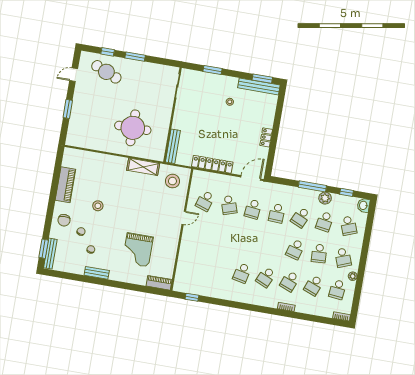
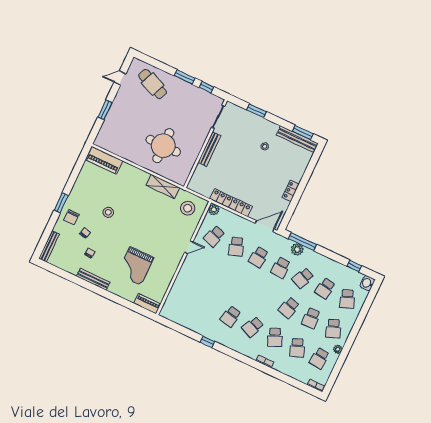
window: (108, 52) -> (206, 87), moved
bench: (173, 146) -> (209, 149), moved
plant: (198, 175) -> (214, 210), added
piano: (65, 185) -> (104, 160), moved, turned 90
window: (312, 186) -> (302, 242), moved
plant: (325, 198) -> (297, 249), moved
window: (44, 249) -> (61, 203), moved
bench: (97, 273) -> (93, 279), width x1.36
school desk: (290, 281) -> (275, 337), turned -45
school desk: (314, 285) -> (297, 348), turned -42
window: (192, 297) -> (207, 342), moved

